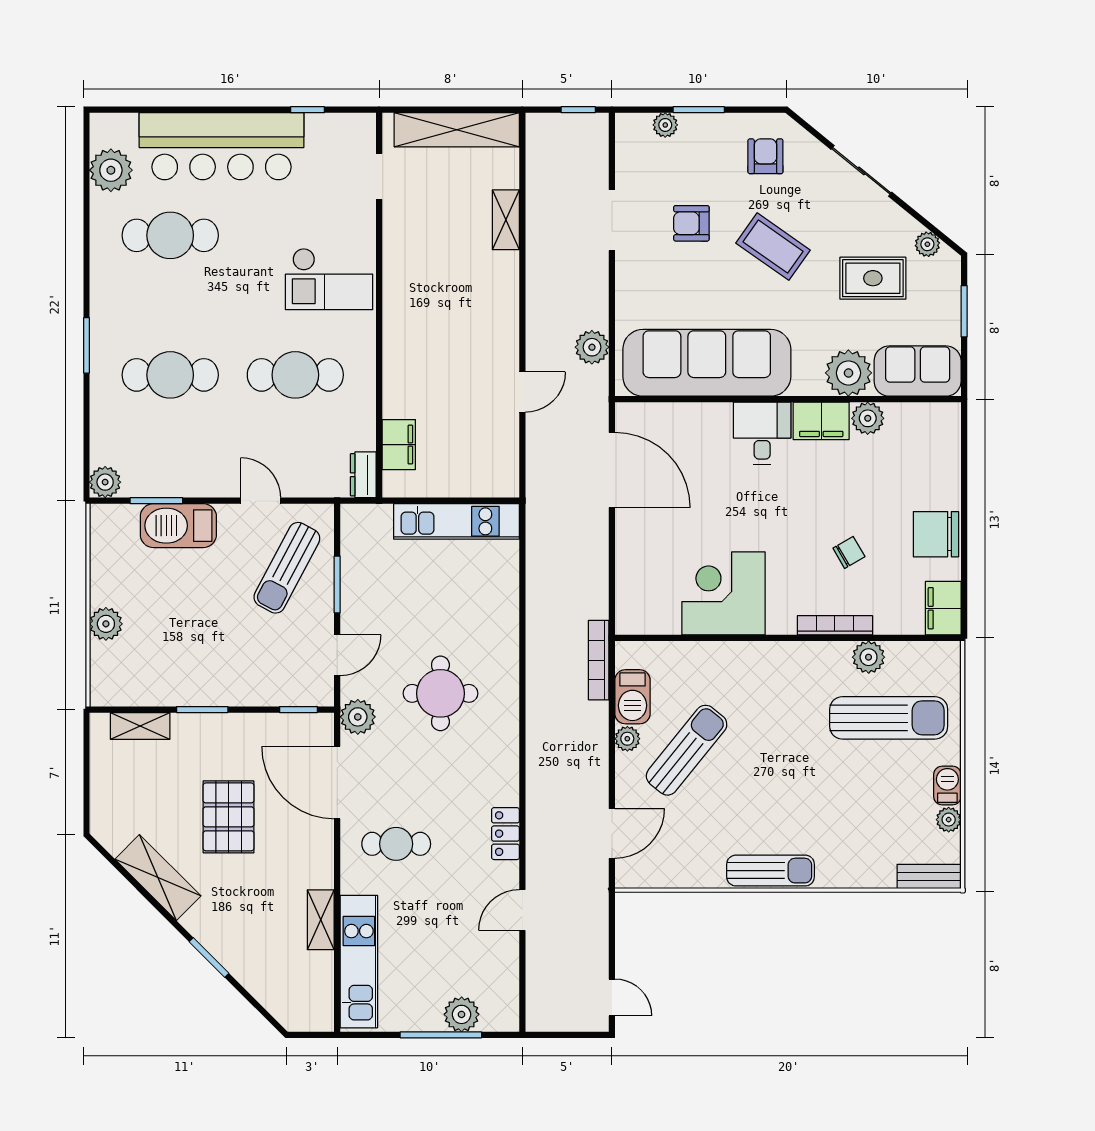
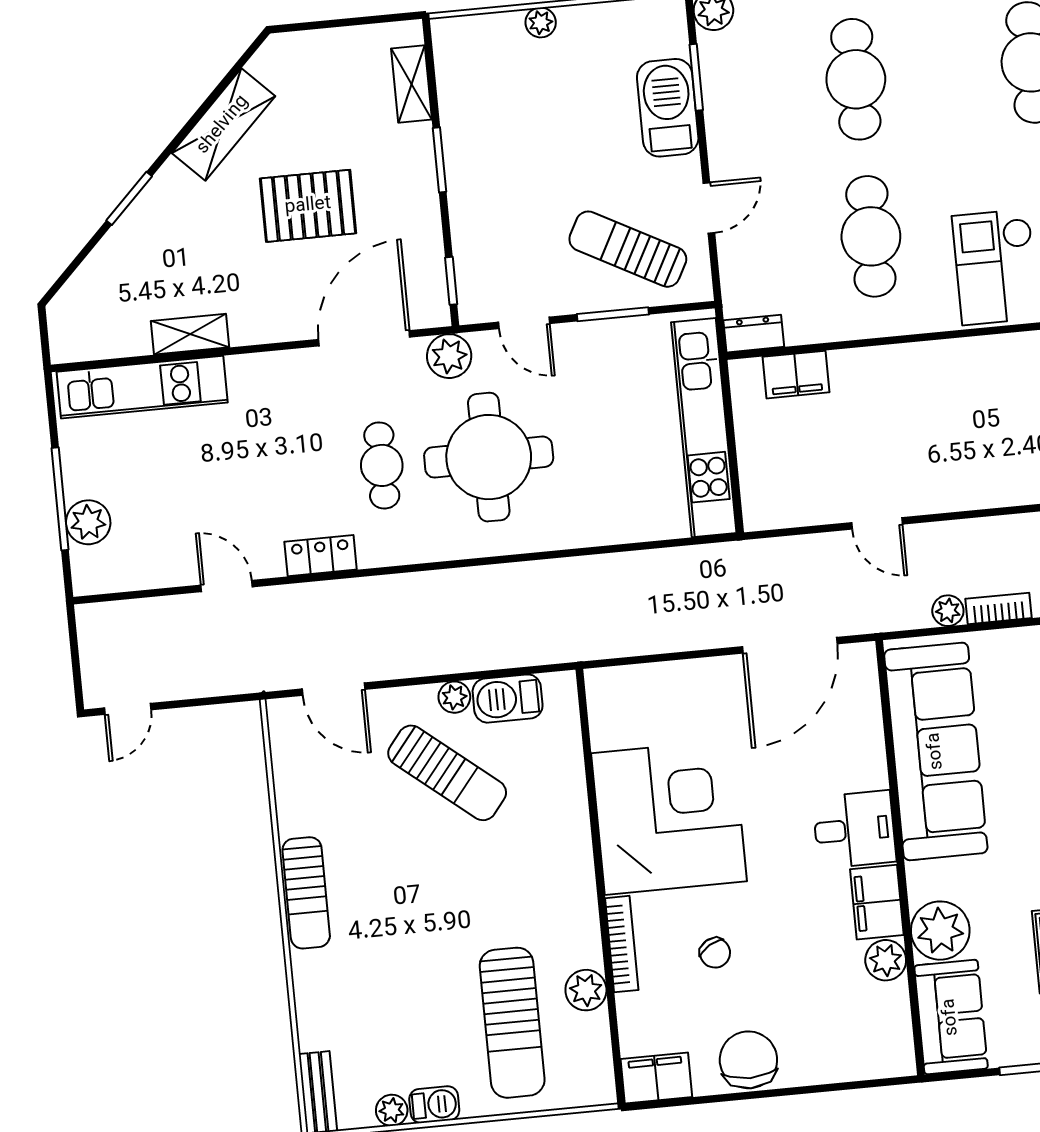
plant: (592, 347) -> (948, 611), width x0.73, depth x0.73
kitchen unit: (456, 521) -> (704, 428), width x1.36
corner desk: (723, 593) -> (669, 817), width x1.36, depth x1.36
plant: (106, 624) -> (541, 22), width x0.73, depth x0.73
bookcase: (599, 660) -> (999, 608), moved, width x0.64
round table: (440, 693) -> (489, 457), width x1.36, depth x1.36
cafe table: (396, 844) -> (382, 465), moved

